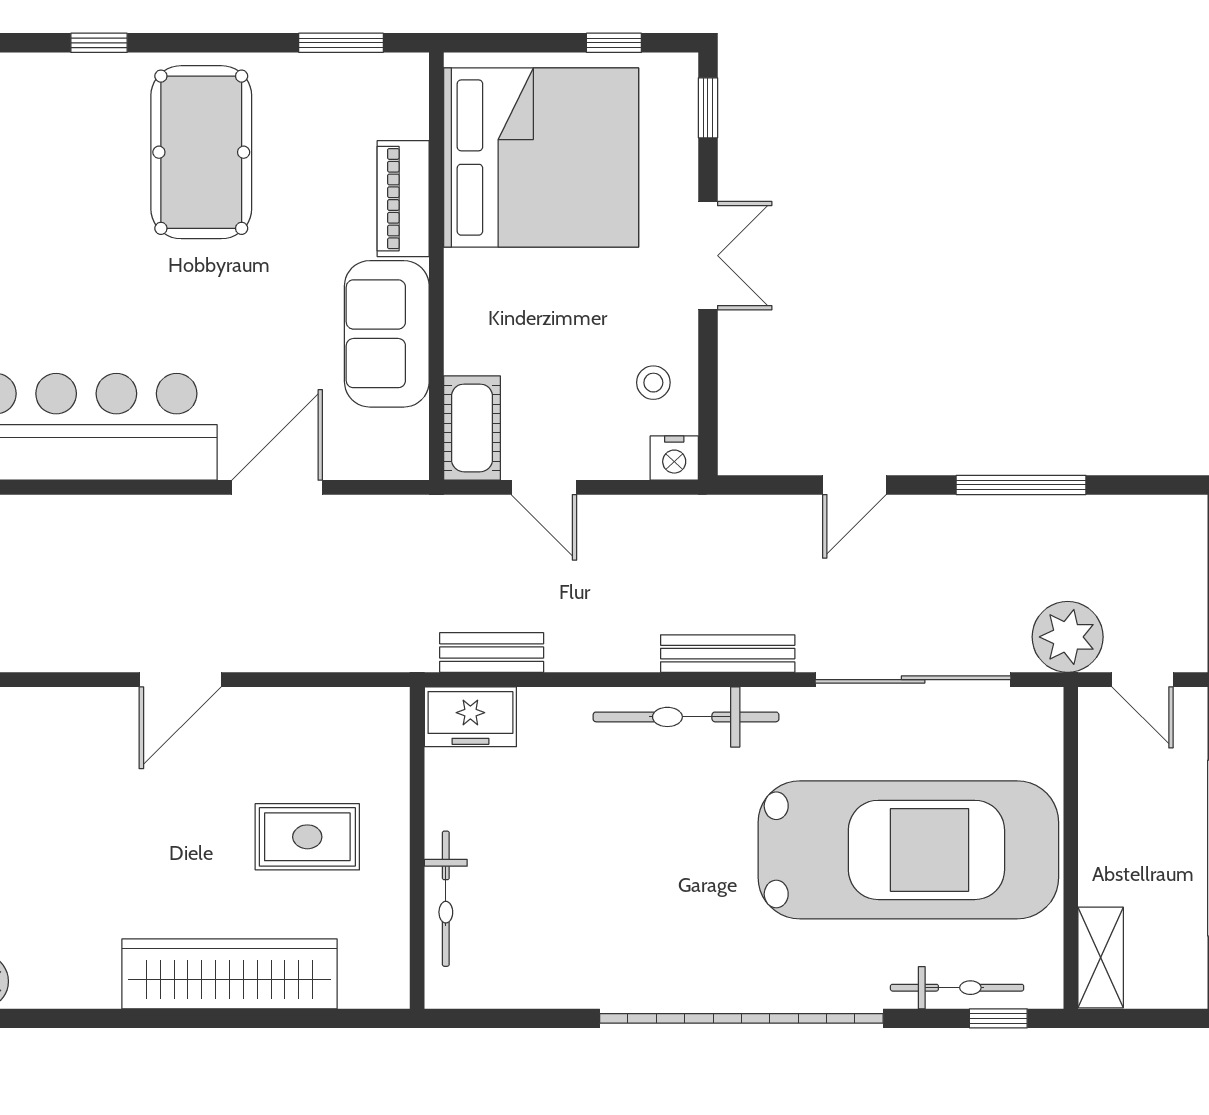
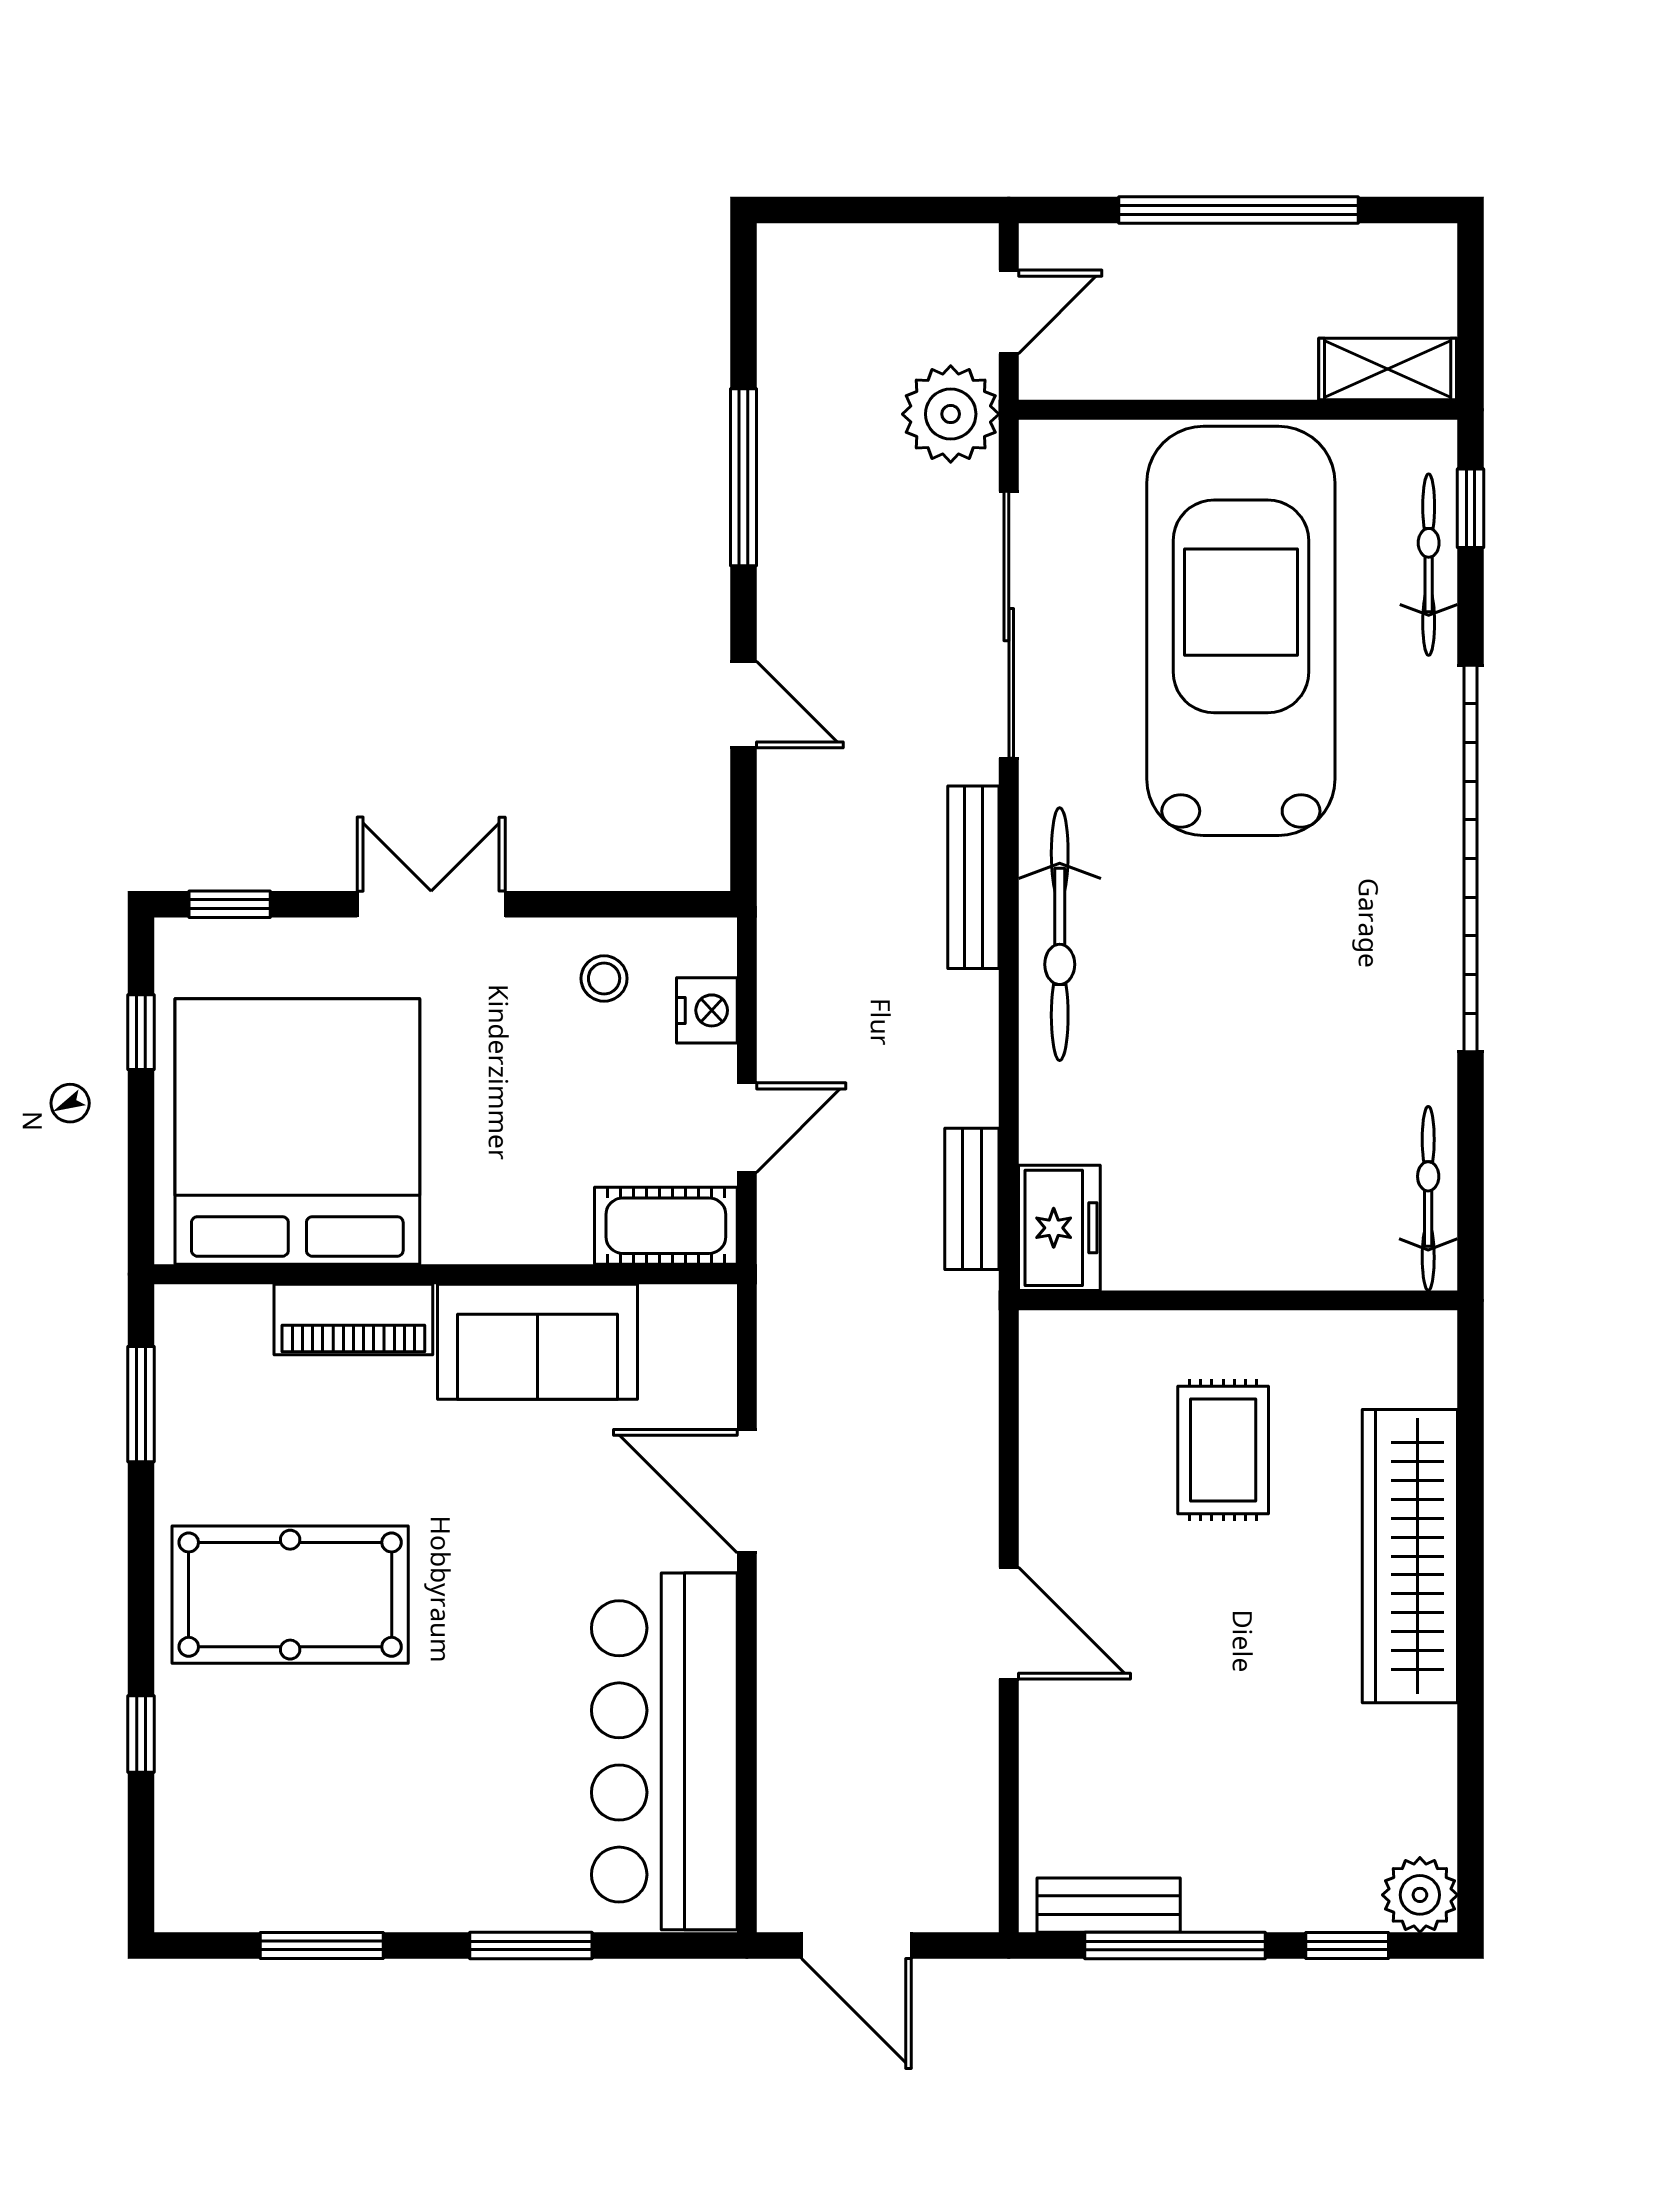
nightstand: (674, 458) -> (707, 1010), moved
bicycle: (446, 899) -> (1428, 1198), moved, turned -90

